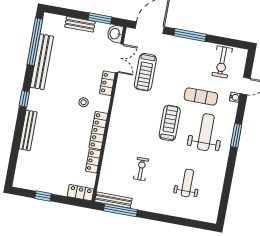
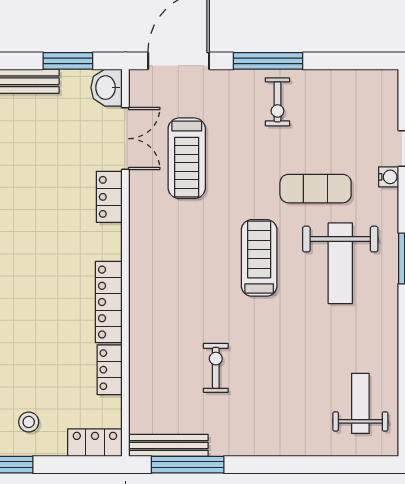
exercise bike: (222, 62) -> (277, 102), moved, width x0.73, depth x0.72
stool: (84, 102) -> (29, 422), moved
weight bench: (206, 132) -> (340, 263), turned 180
weight bench: (187, 183) -> (360, 403), moved

